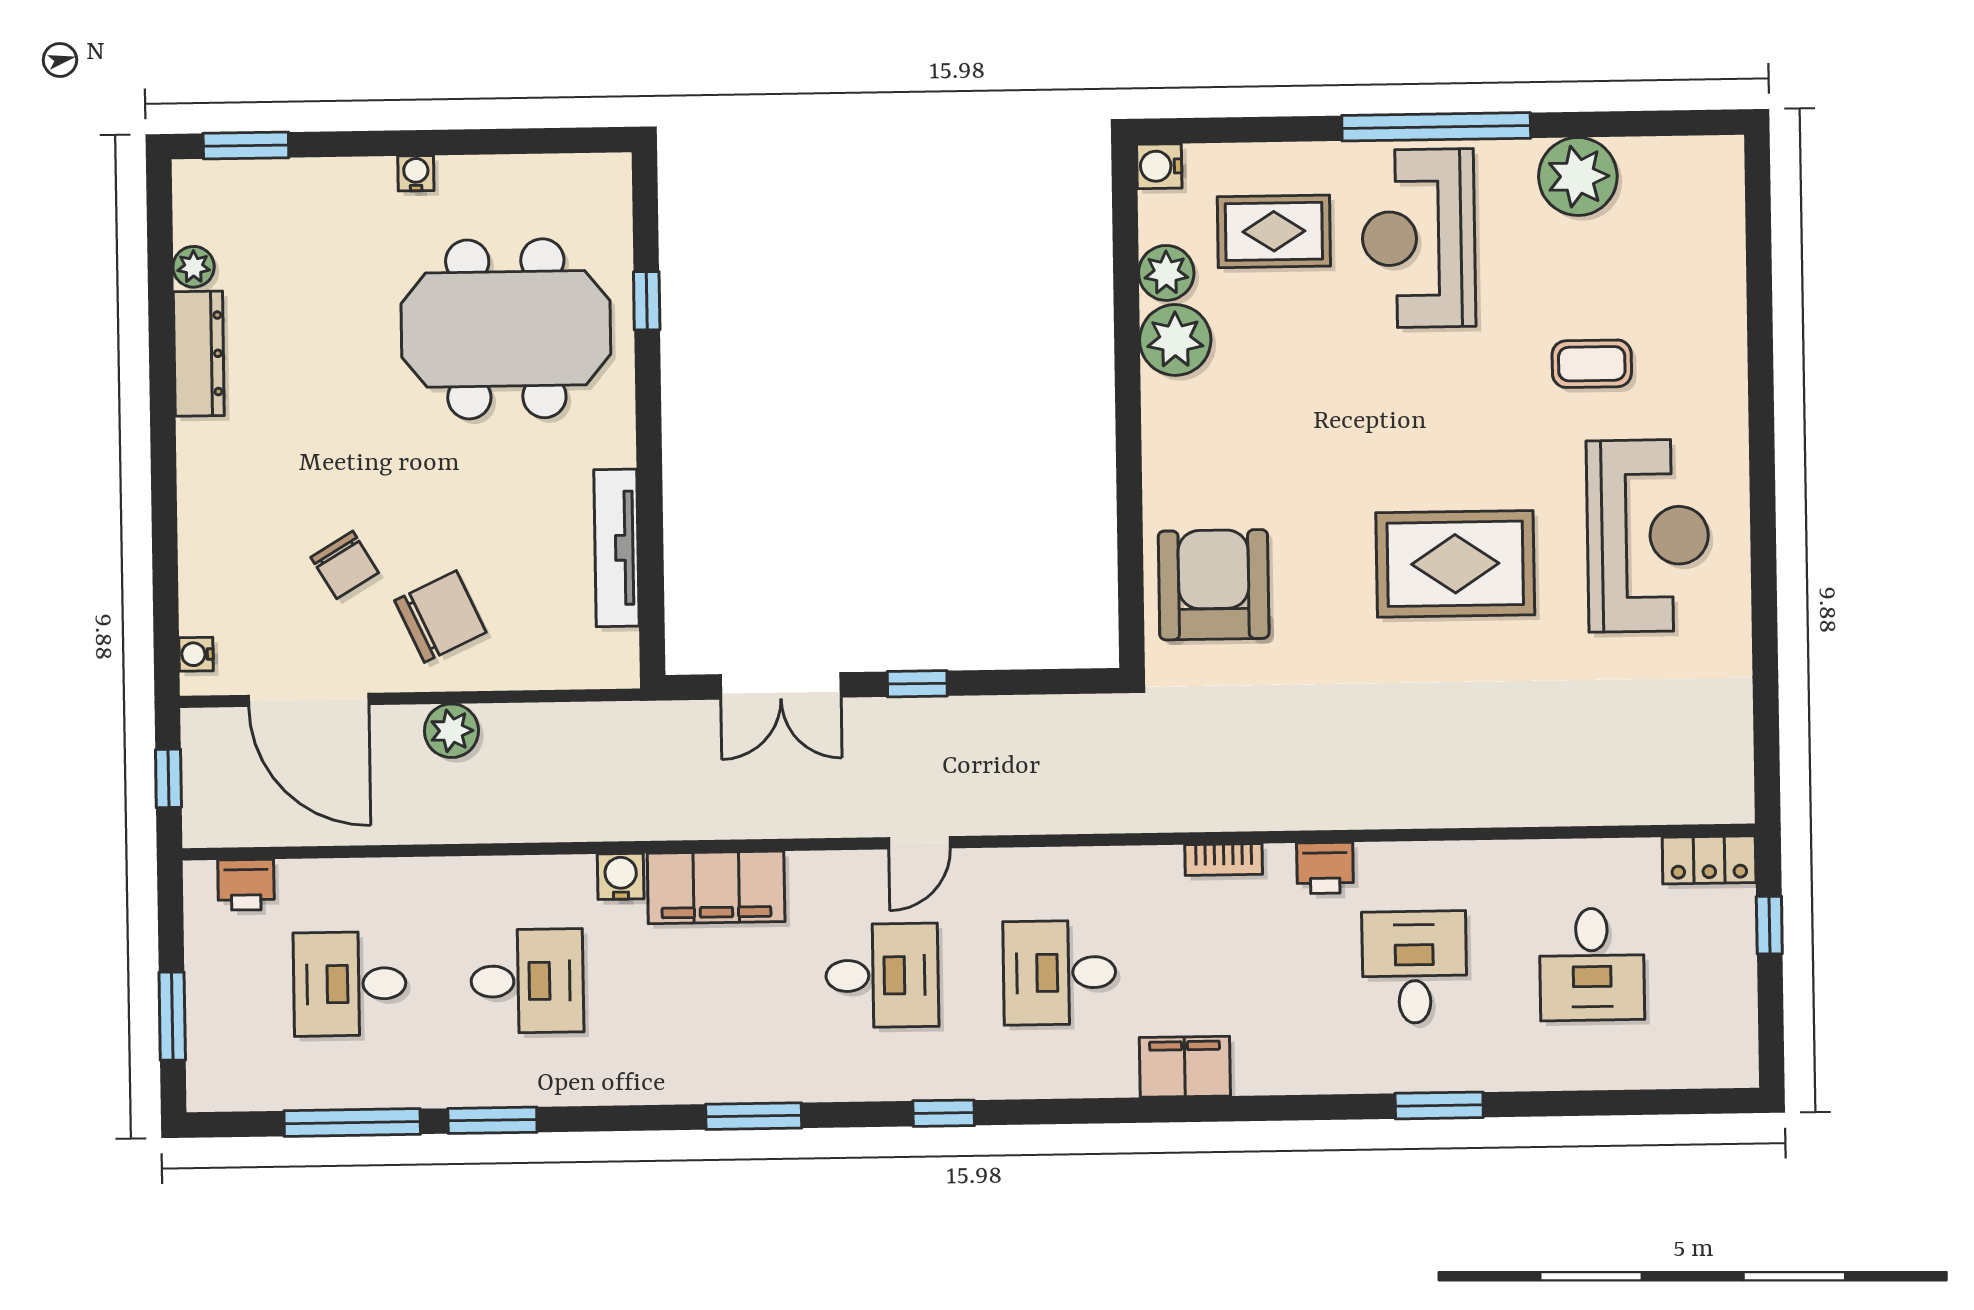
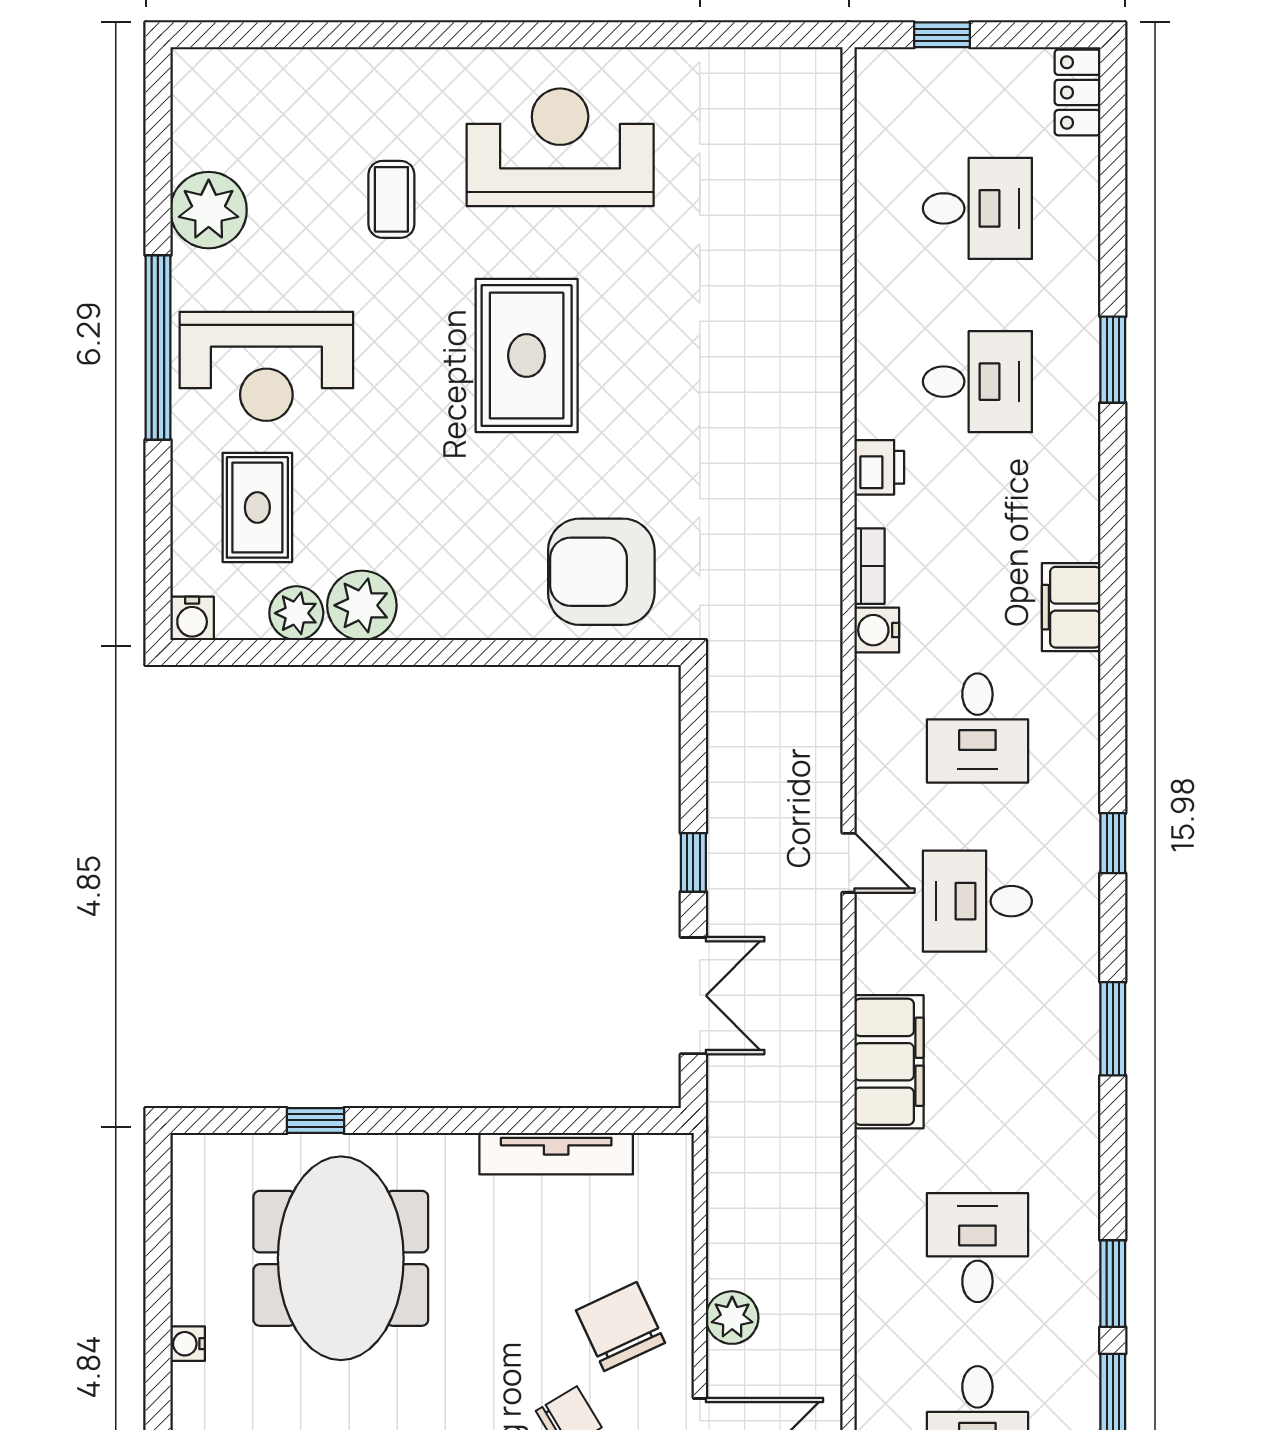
rug: (1455, 564) -> (527, 356), moved
locker: (1709, 860) -> (1077, 92), moved, turned 180
water cooler: (621, 876) -> (877, 630), moved
desk: (1414, 967) -> (977, 382), turned 180
desk: (882, 975) -> (977, 901), turned -90

